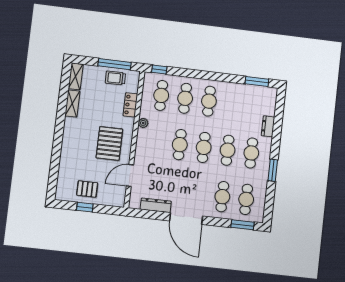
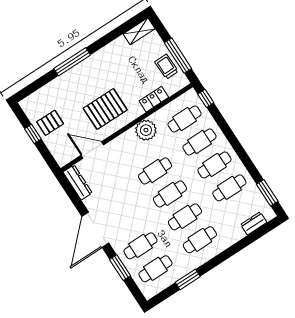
shelving: (72, 103) -> (113, 48), removed
cafe table: (233, 104) -> (229, 188), added
plant: (143, 123) -> (146, 130), width x1.87, depth x1.87
dresser: (268, 126) -> (254, 223), moved
window: (58, 139) -> (72, 62), added
window: (273, 170) -> (188, 279), moved
pallet: (87, 189) -> (50, 123), turned 90
dresser: (156, 205) -> (78, 182), moved
window: (243, 225) -> (120, 268), moved

